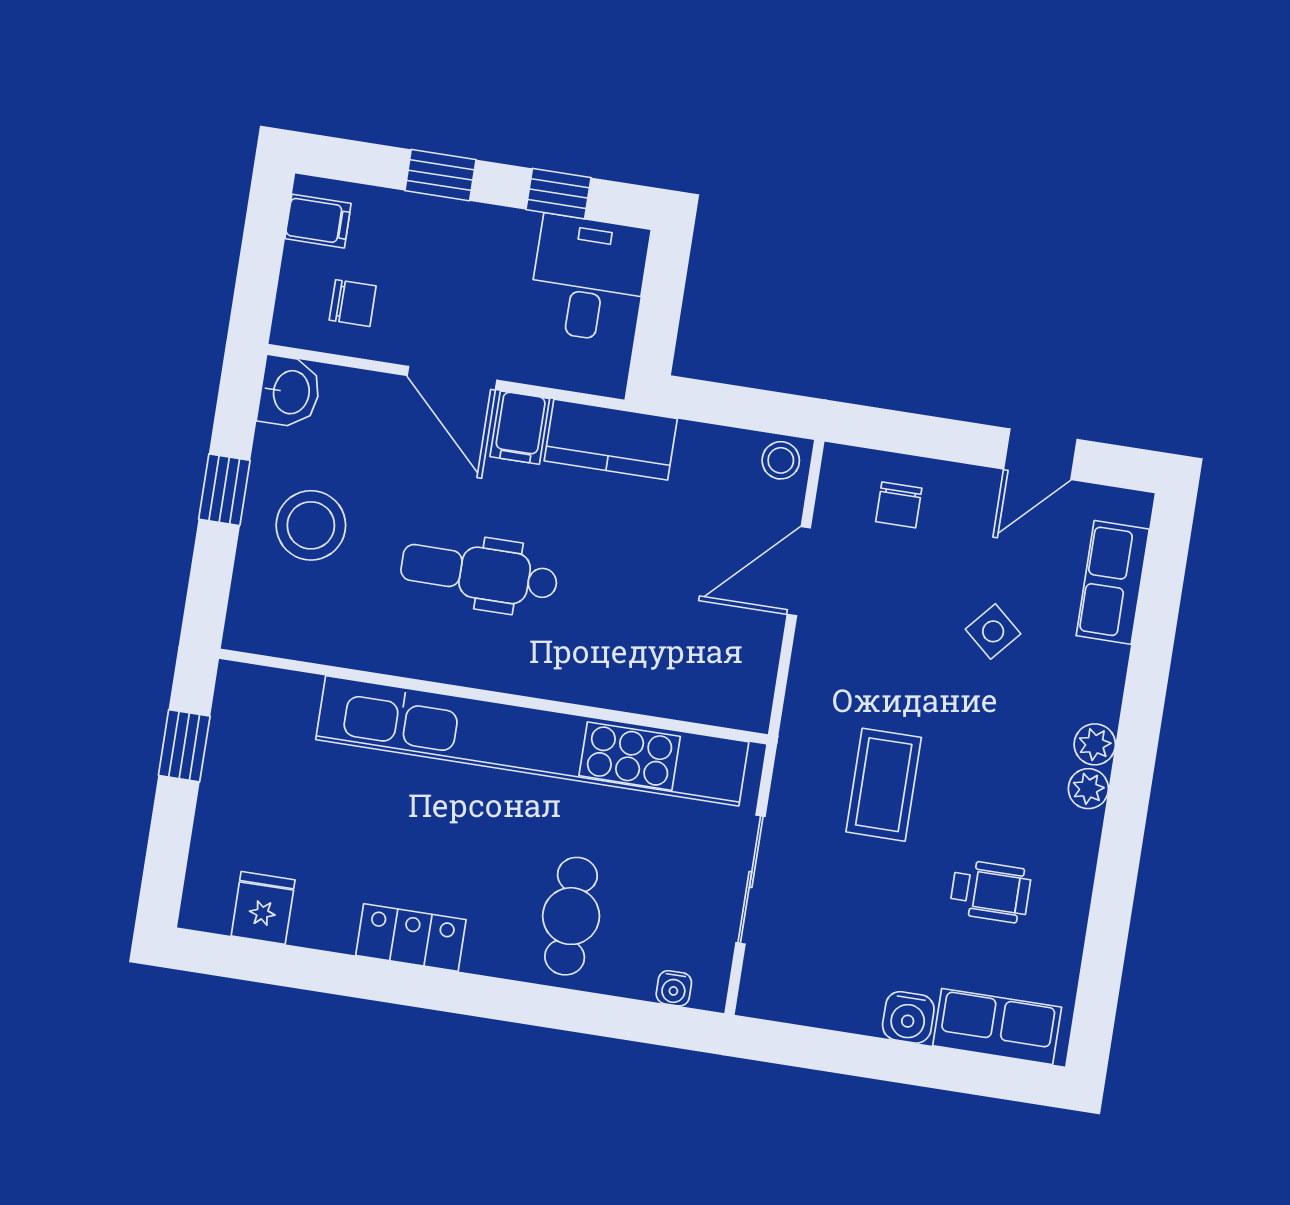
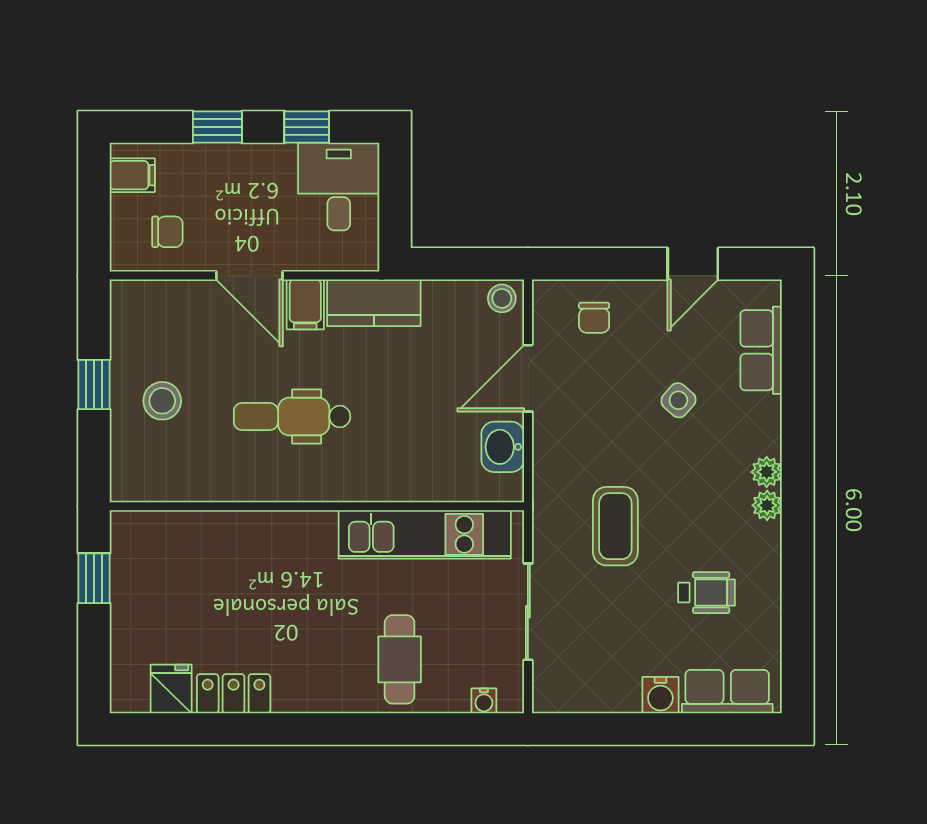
washbasin: (290, 392) -> (503, 447), moved, turned 180
stool: (311, 525) -> (162, 401), width x0.73, depth x0.73
kitchen unit: (532, 741) -> (425, 534), width x0.54
locker: (411, 937) -> (234, 694), moved

